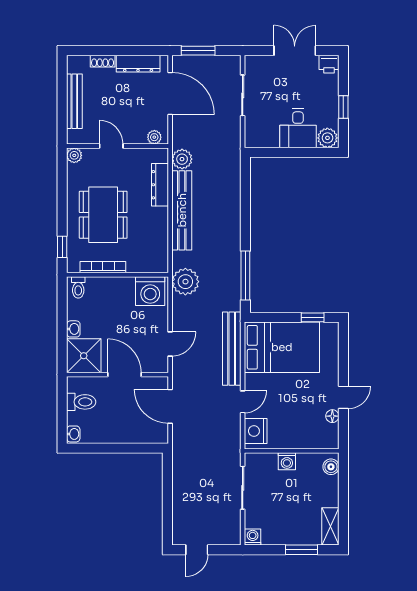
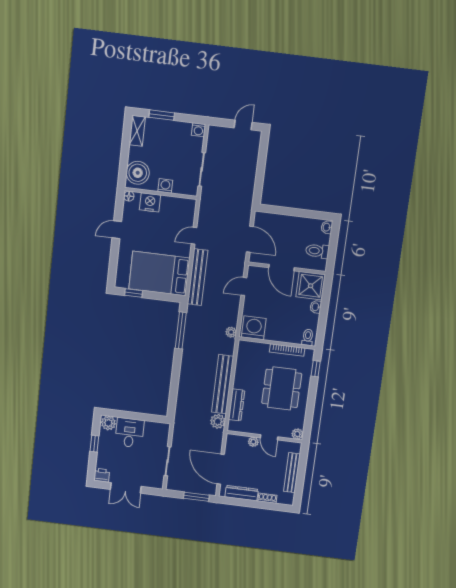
plant: (154, 137) -> (253, 442), moved
plant: (185, 282) -> (231, 332), width x0.53, depth x0.53
floor lamp: (332, 416) -> (129, 196), moved
nightstand: (256, 431) -> (150, 202), moved, turned -90
boiler: (331, 467) -> (138, 173), width x1.86, depth x1.86

